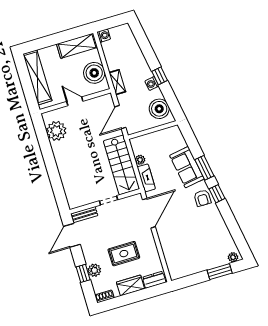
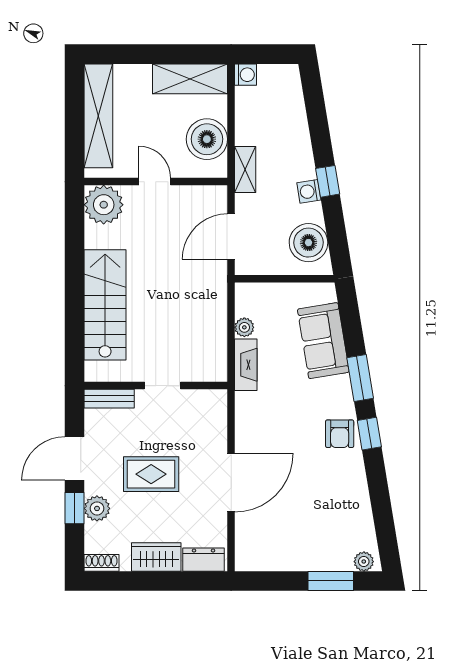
plant: (56, 131) -> (104, 205), moved
stairs: (121, 165) -> (105, 305), moved, turned 180
sofa: (187, 167) -> (323, 341), moved
door: (149, 213) -> (231, 483), moved
door: (72, 235) -> (74, 458), moved
rug: (124, 254) -> (151, 474), moved

